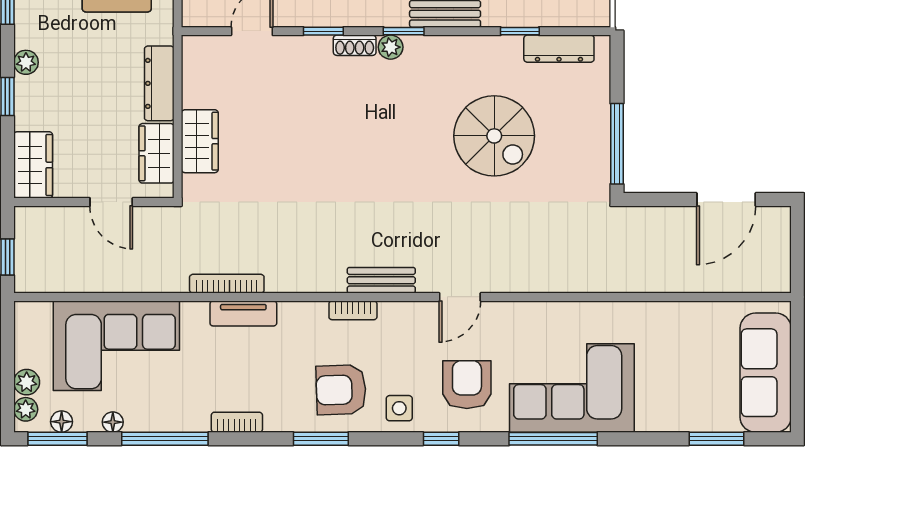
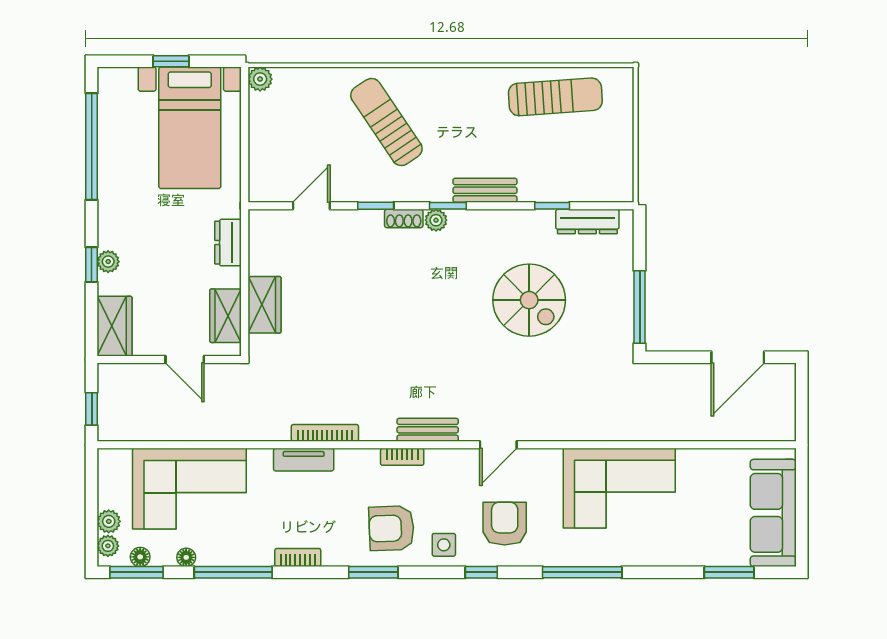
plant: (26, 62) -> (108, 262), moved
dresser: (159, 83) -> (228, 243), width x0.70
bookcase: (227, 284) -> (325, 433), moved
corner sofa: (572, 388) -> (619, 488), moved, turned 180

